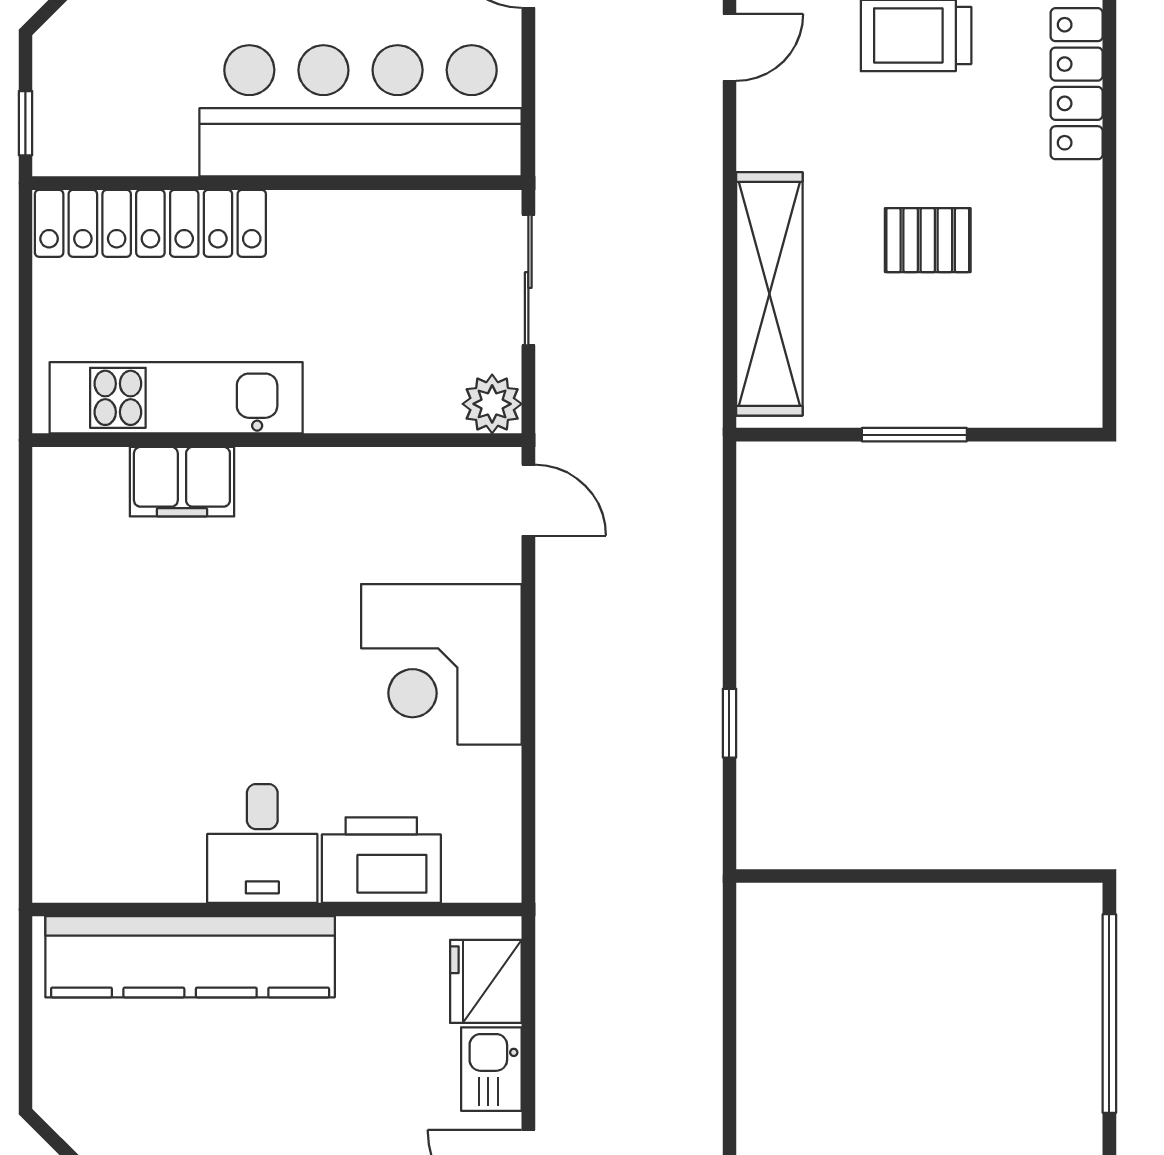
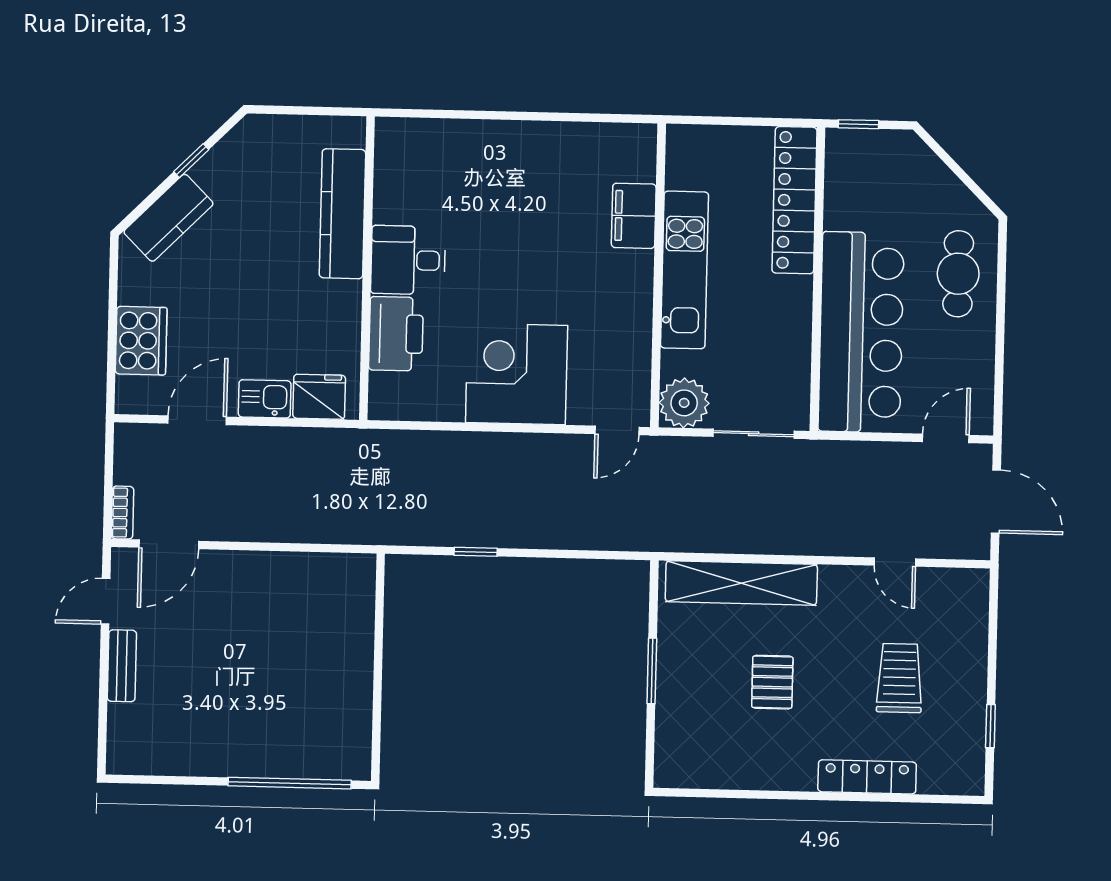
kitchen unit: (176, 398) -> (684, 270), moved
plant: (492, 404) -> (684, 403), width x1.36, depth x1.36
kitchen counter: (190, 957) -> (342, 214), width x0.72, depth x0.86

